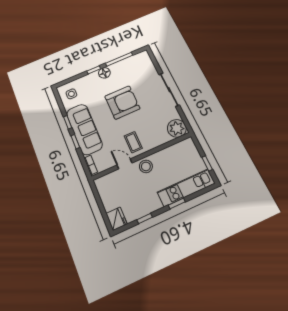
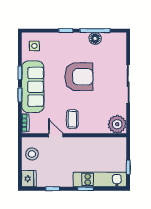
floor lamp: (104, 73) -> (95, 39), moved
stool: (146, 166) -> (32, 154), moved

